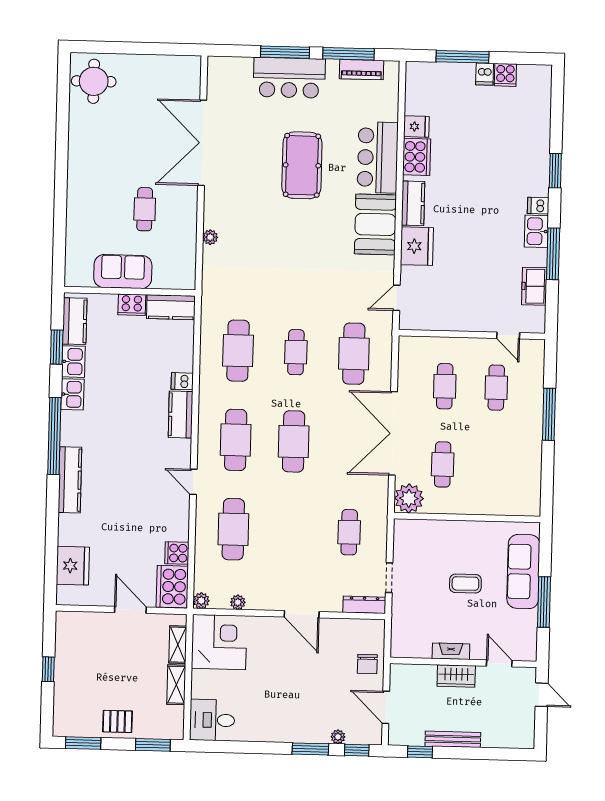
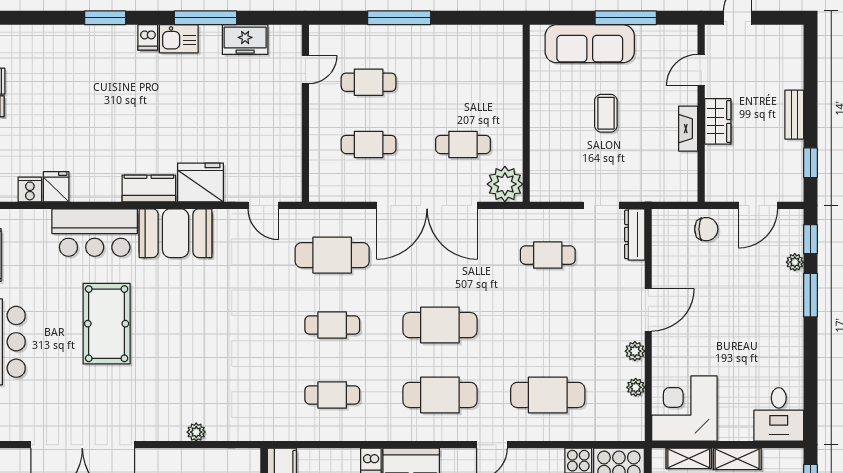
cooker: (417, 157) -> (30, 189), moved, width x0.53, depth x0.76
pool table: (302, 165) -> (107, 324), turned 90
cafe table: (238, 351) -> (332, 395), width x0.73, depth x0.74
plant: (201, 601) -> (635, 351), moved
bench: (453, 739) -> (794, 115), width x0.73

